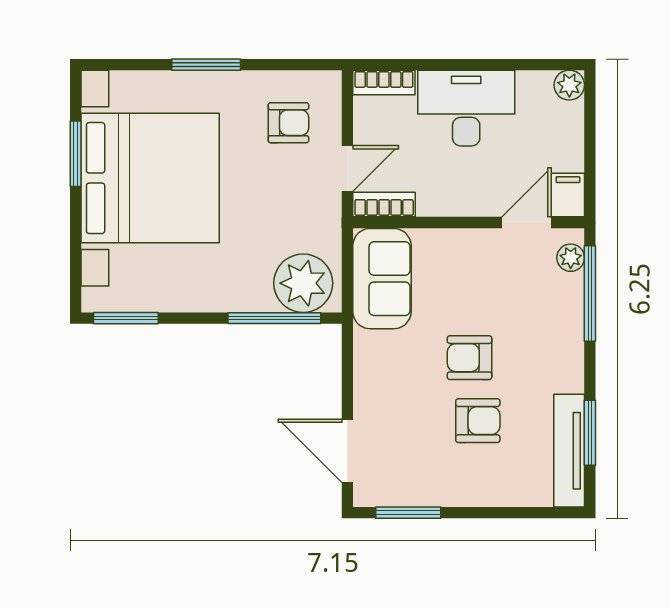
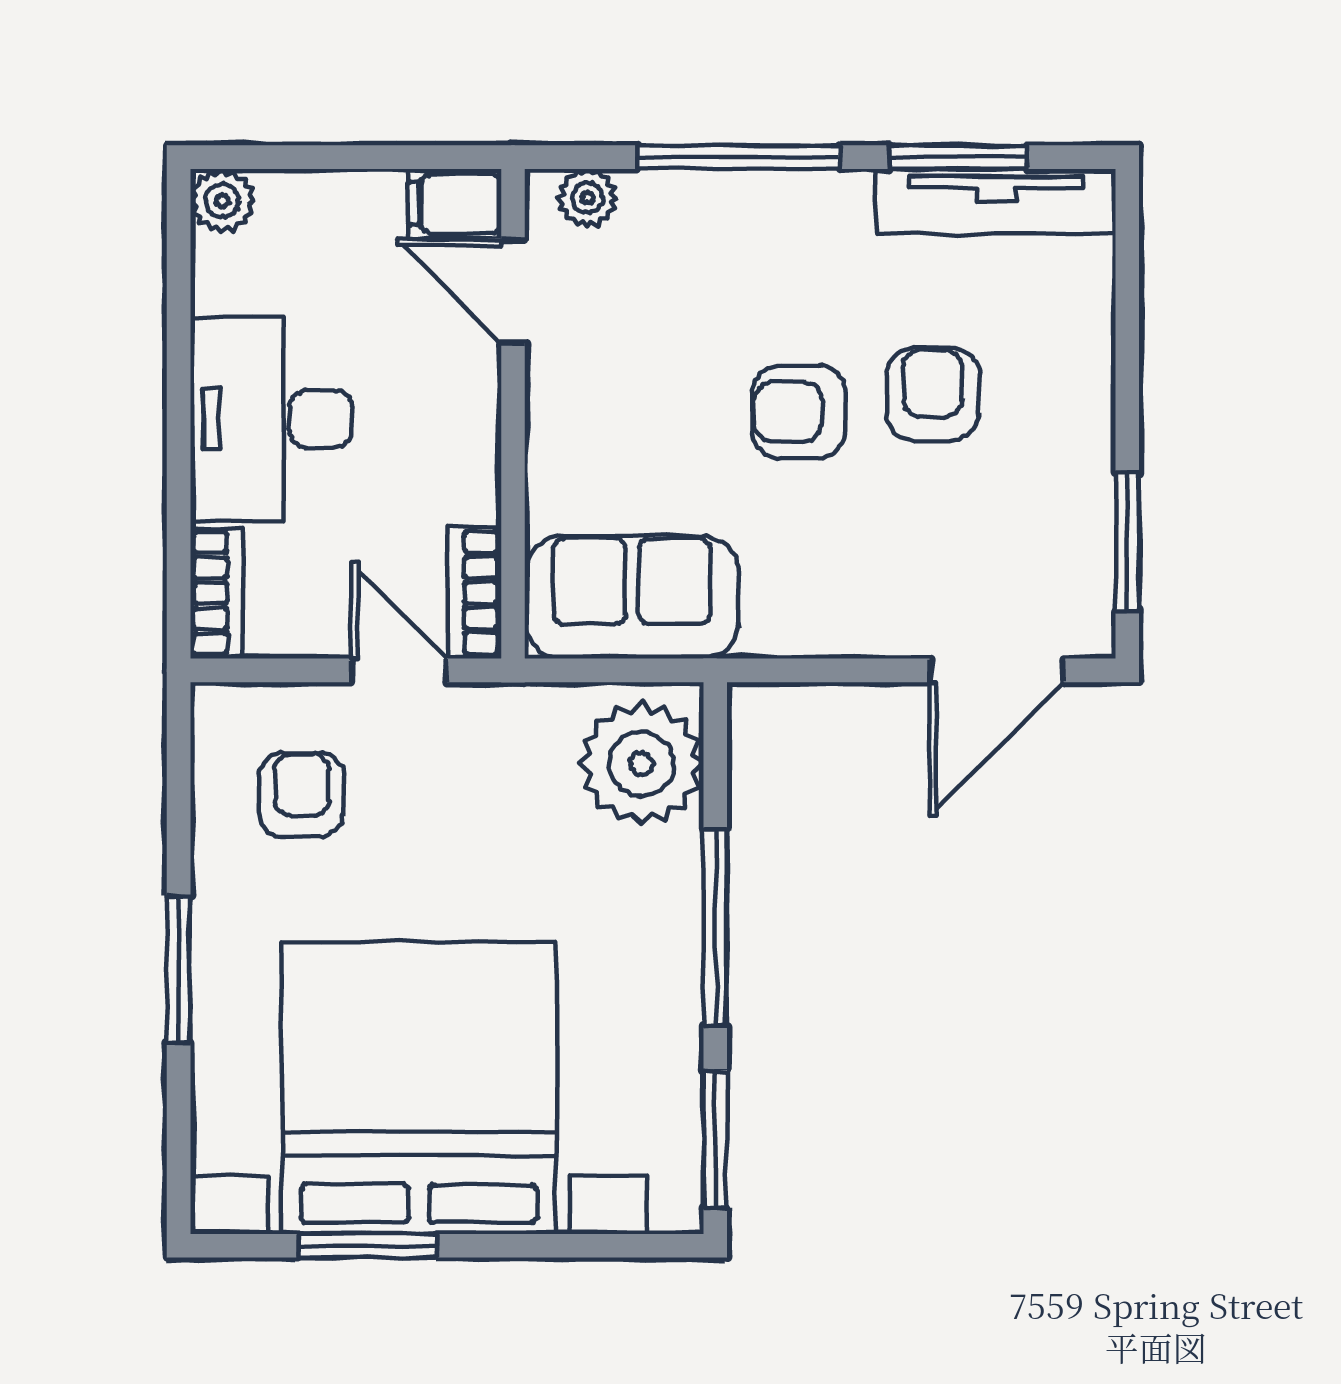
window: (590, 293) -> (739, 157), moved
window: (274, 318) -> (715, 928), moved
armchair: (470, 358) -> (799, 412), turned 90

